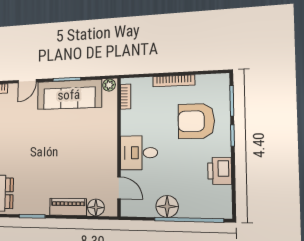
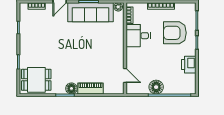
desk: (139, 153) -> (138, 36), moved
floor lamp: (96, 207) -> (71, 88), moved

